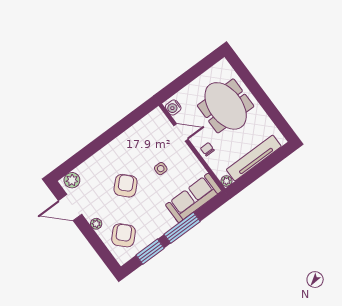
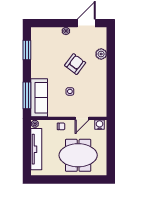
plant: (72, 180) -> (101, 54), moved
armchair: (126, 186) -> (75, 64), turned -99
window: (182, 228) -> (27, 95), moved
armchair: (123, 235) -> (48, 42), removed

